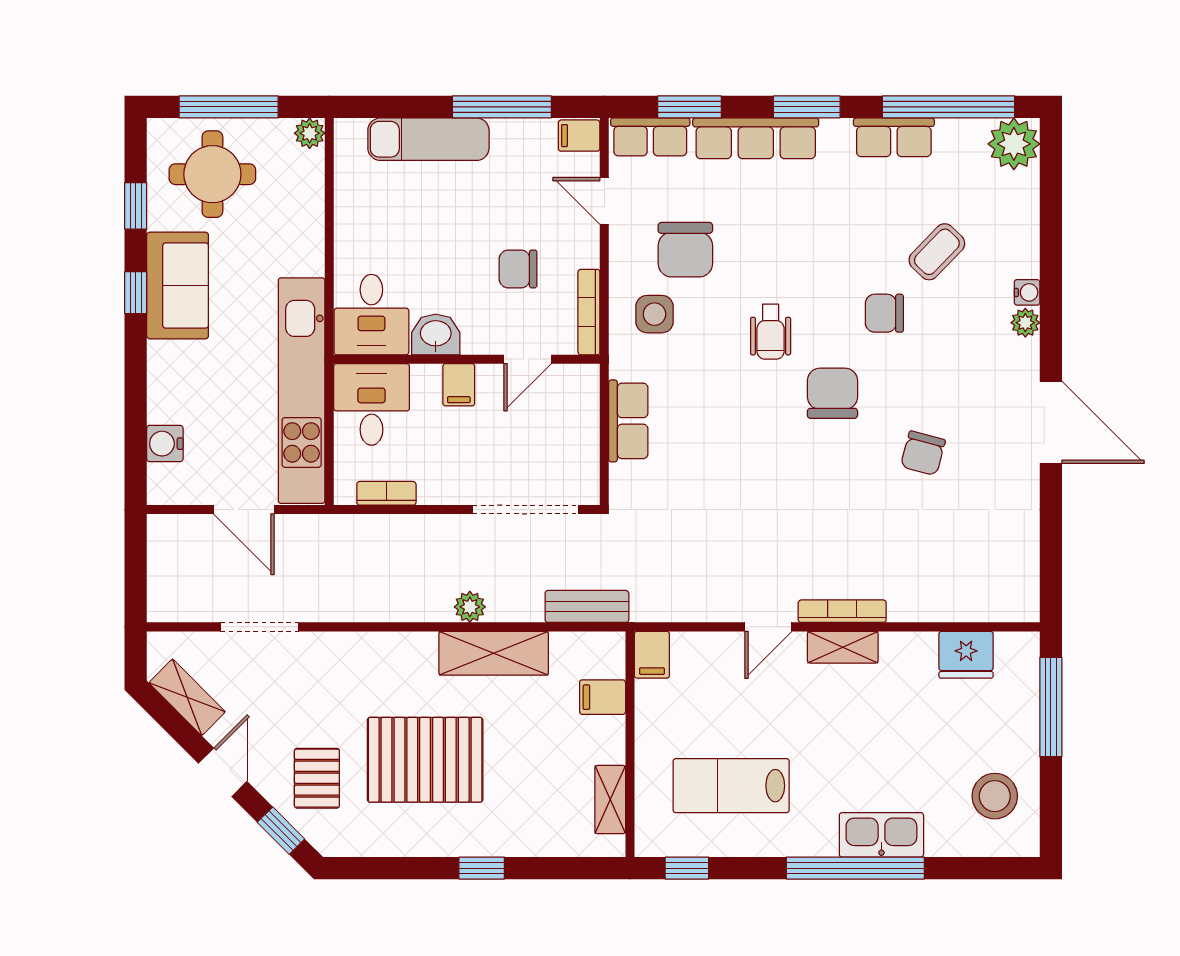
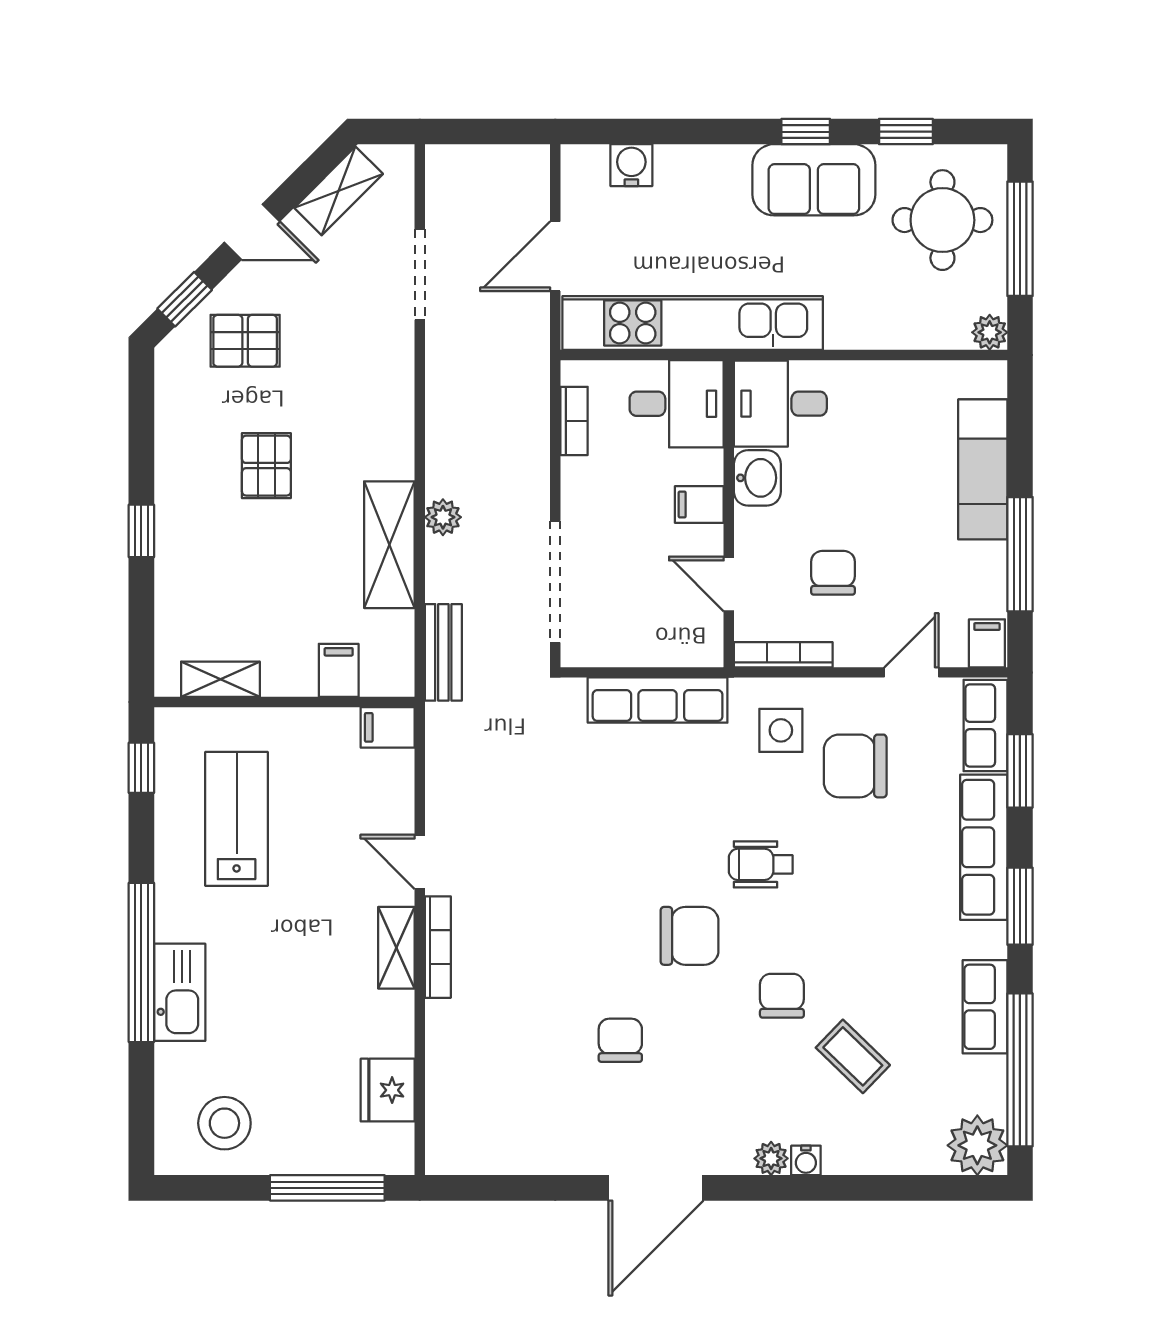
row of seats: (628, 421) -> (658, 700), width x1.48
chair: (923, 453) -> (620, 1040), turned 75
pallet: (425, 760) -> (266, 466), width x0.49, depth x0.50

